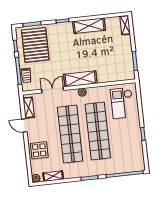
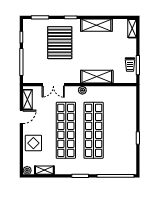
pallet: (35, 45) -> (60, 43), moved
trolley: (26, 75) -> (130, 65), moved
shelving: (80, 79) -> (97, 77), moved
double door: (53, 90) -> (53, 85), swing flipped
checkout: (122, 103) -> (121, 105), removed
door: (24, 126) -> (21, 117), swing flipped

